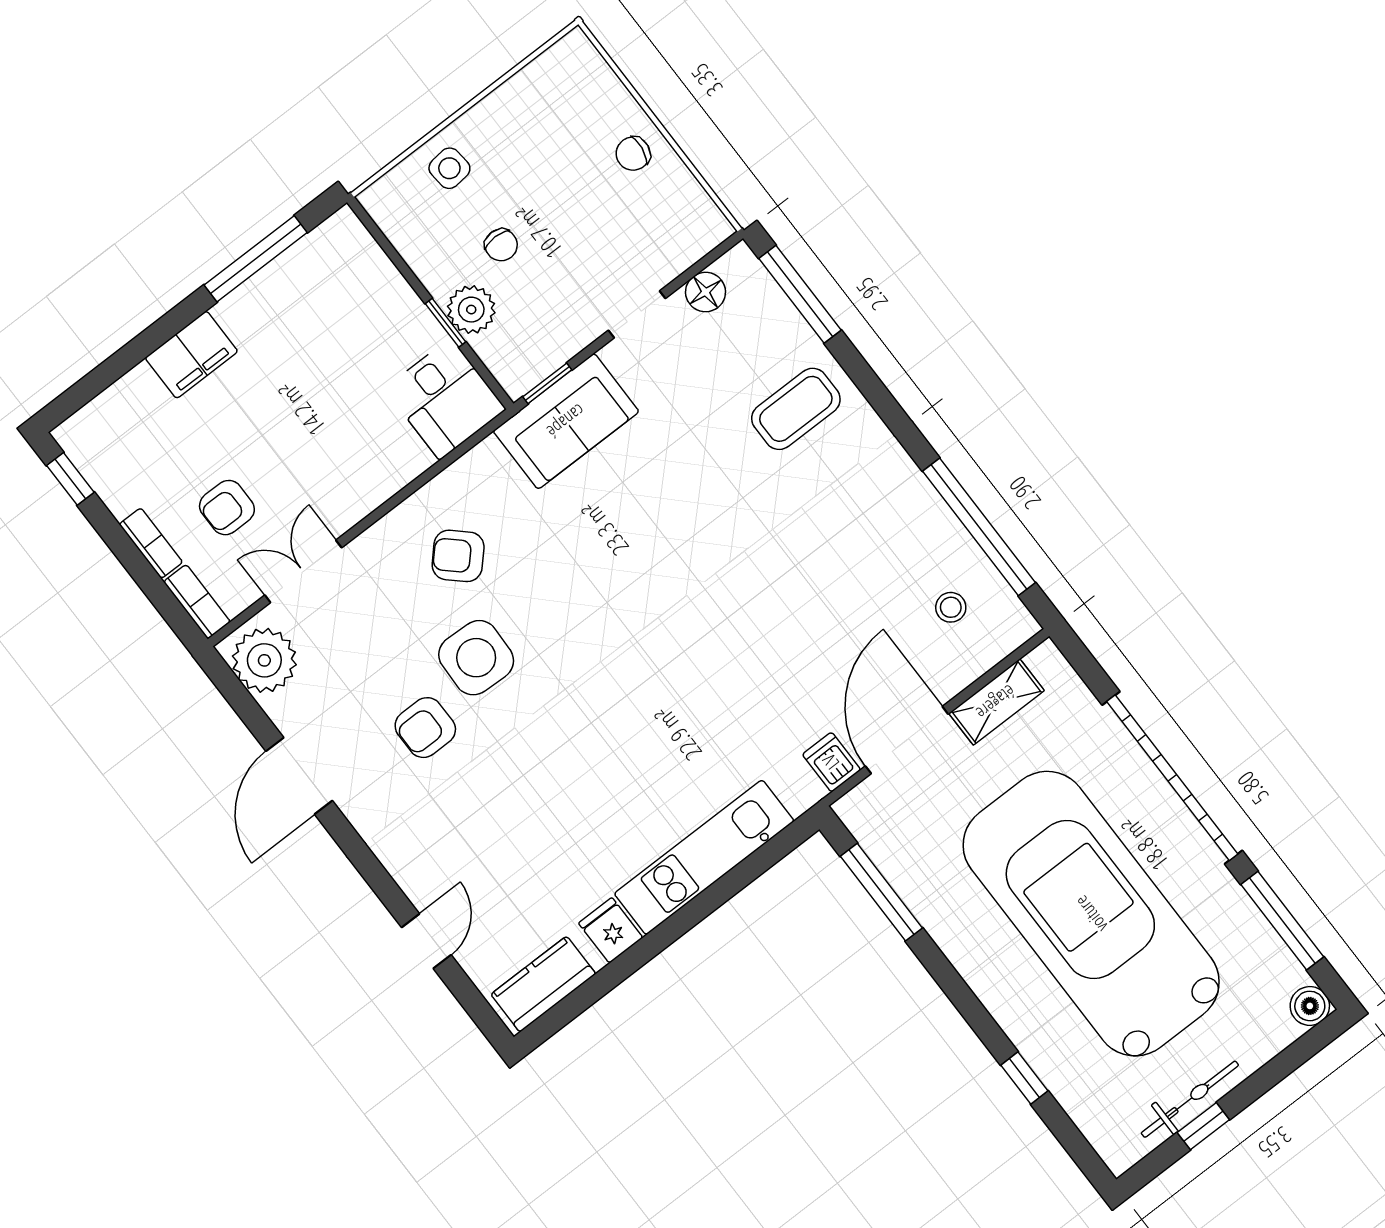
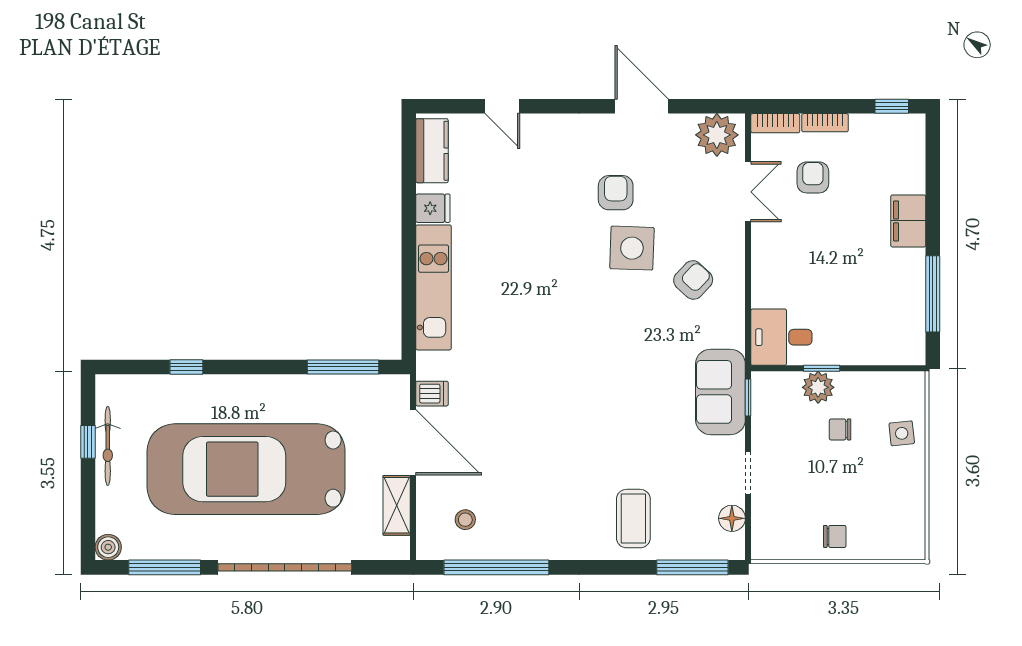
chair: (633, 154) -> (835, 536), turned 82
car: (1091, 914) -> (246, 469), turned 180

